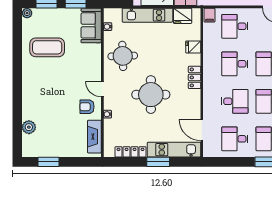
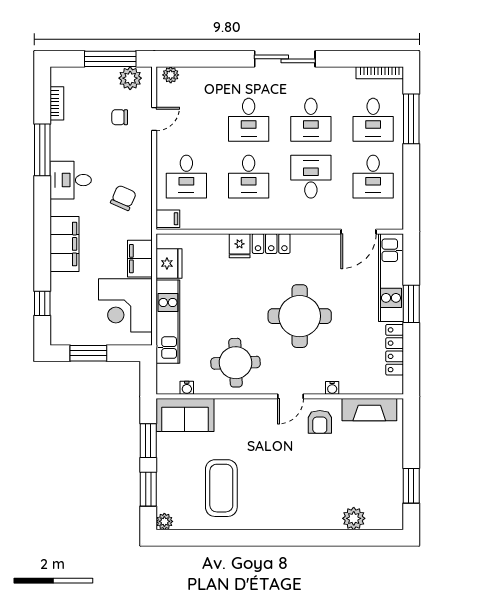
fridge: (193, 47) -> (240, 246), moved

